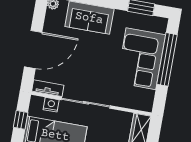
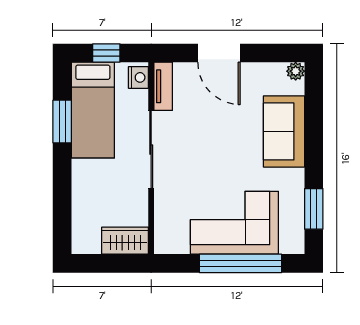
door: (33, 50) -> (219, 53), width x0.73
nightstand: (51, 105) -> (138, 77), moved

